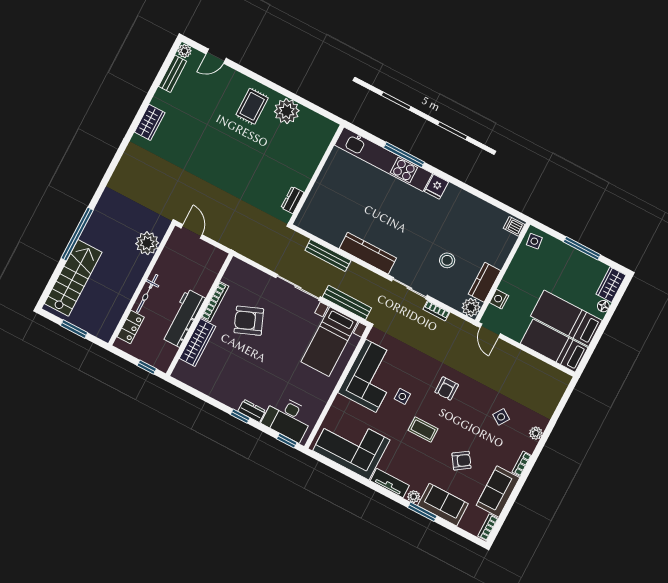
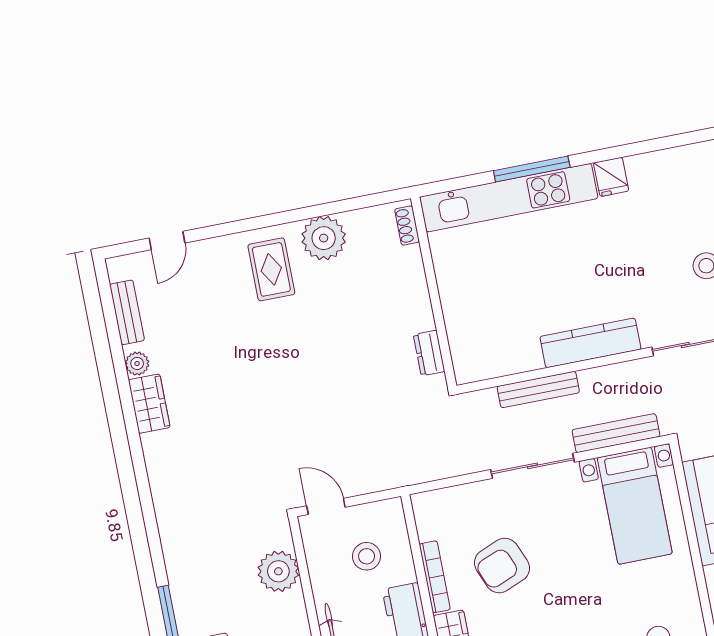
plant: (185, 51) -> (137, 364), moved
shoe rack: (328, 135) -> (407, 225), added
stool: (192, 268) -> (367, 556), added

